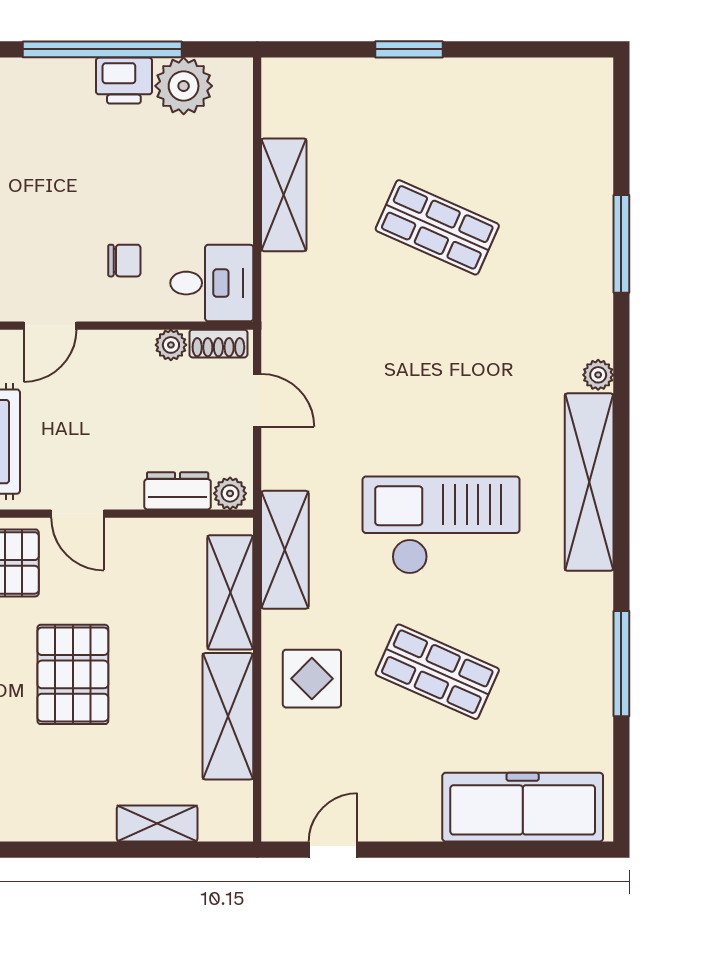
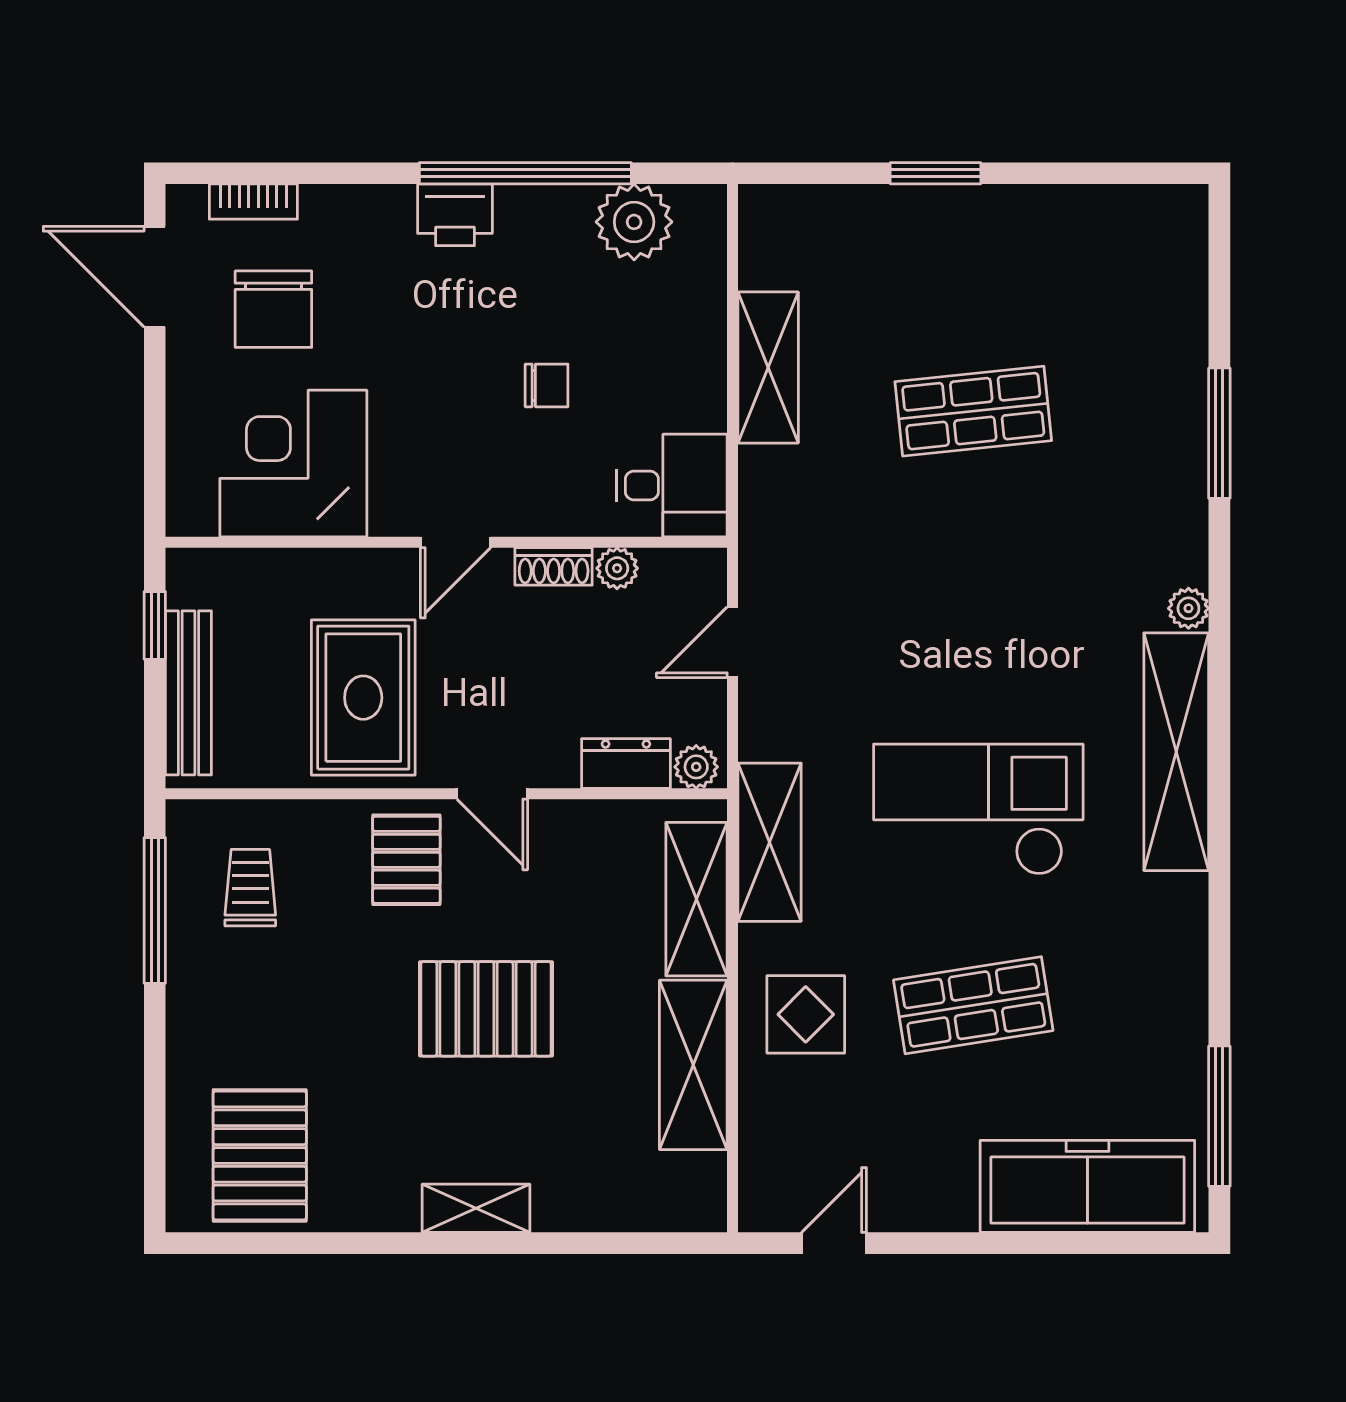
printer: (124, 81) -> (455, 215), moved
shop shelf: (437, 227) -> (973, 411), turned -30
chair: (124, 261) -> (547, 385), moved
shoe rack: (218, 344) -> (554, 566), moved
door: (257, 400) -> (733, 642), swing flipped
window: (621, 664) -> (1219, 1116), moved
shop shelf: (437, 672) -> (973, 1005), turned -33
pallet: (73, 674) -> (486, 1009), turned 90
shelving: (157, 823) -> (476, 1208), moved

